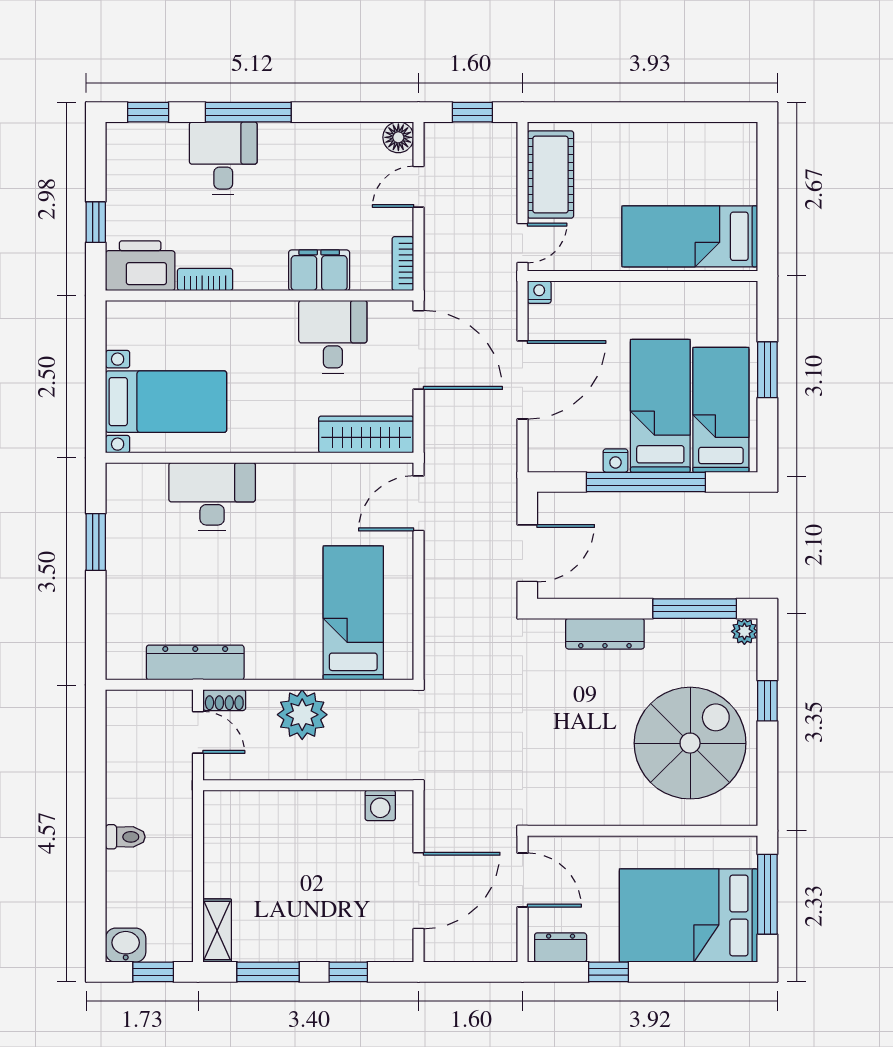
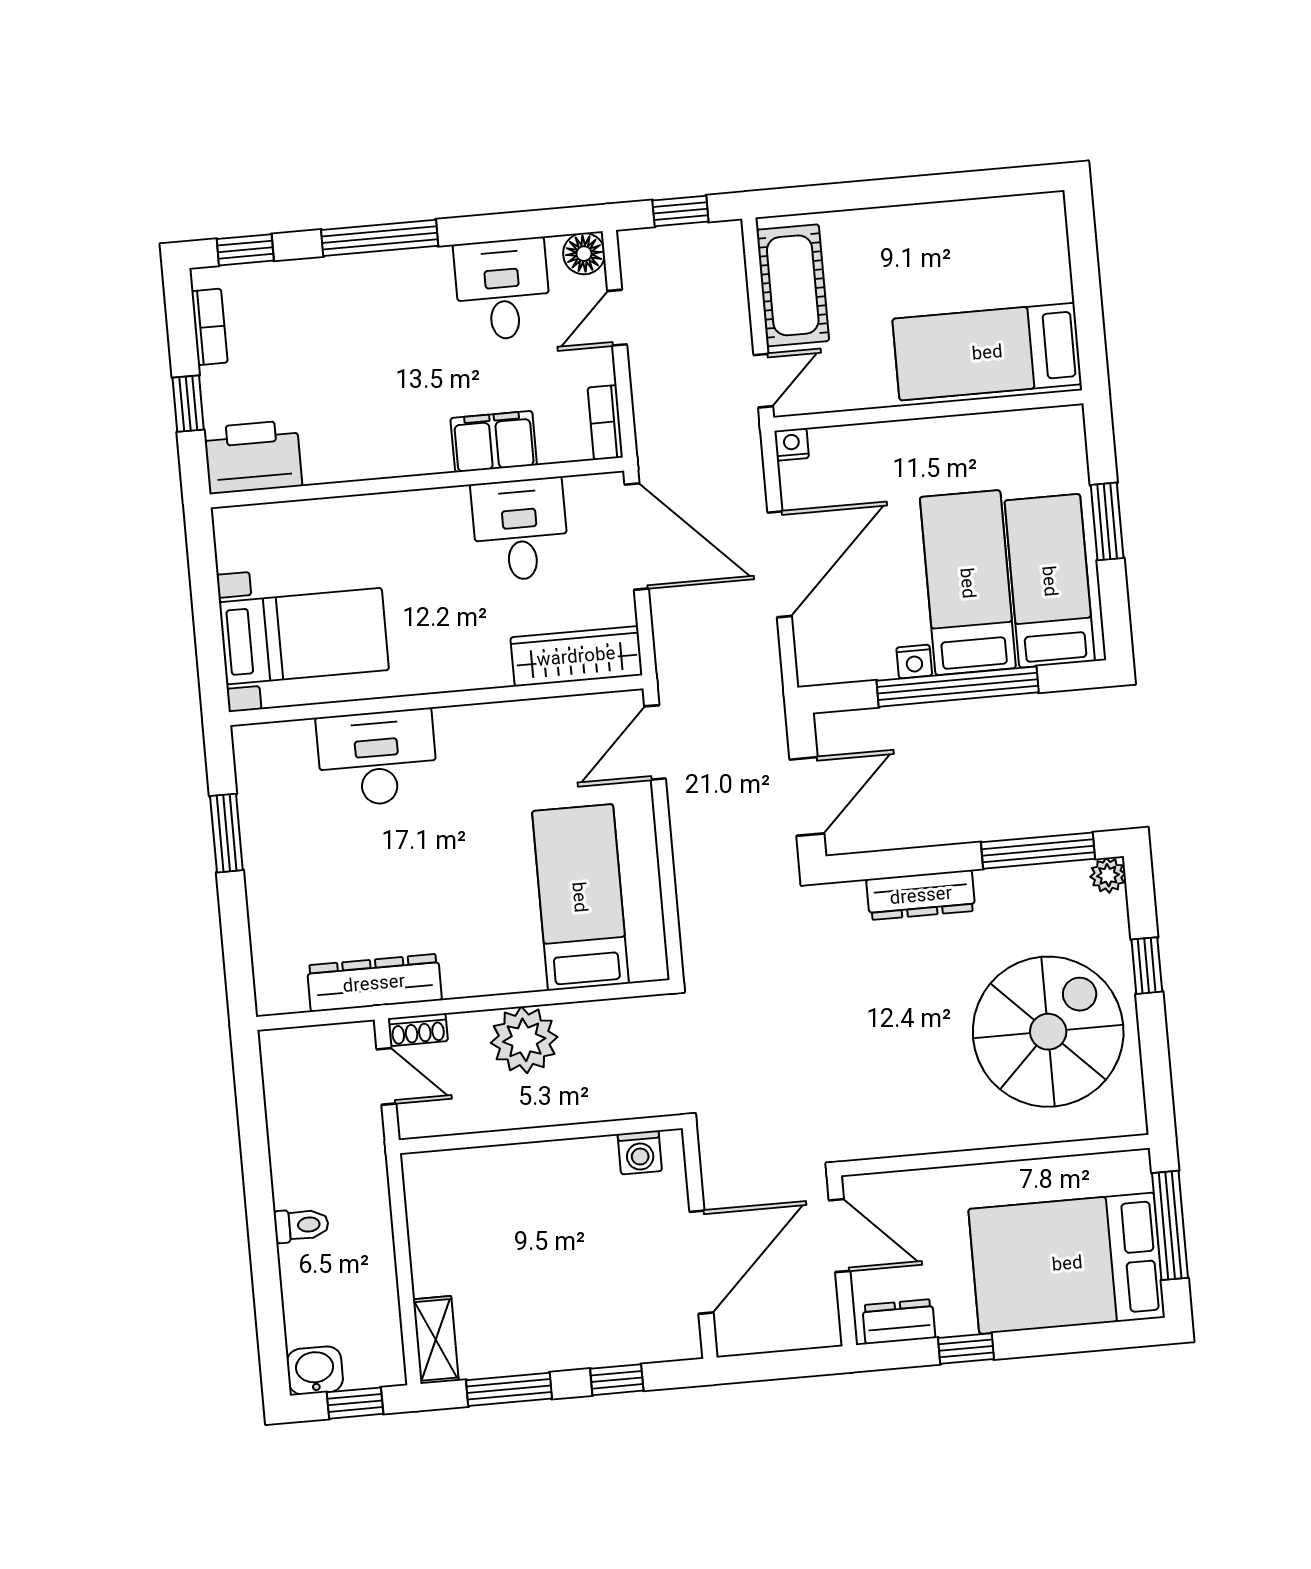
desk: (223, 158) -> (502, 289), moved
bookcase: (205, 280) -> (209, 327), moved, turned 90

